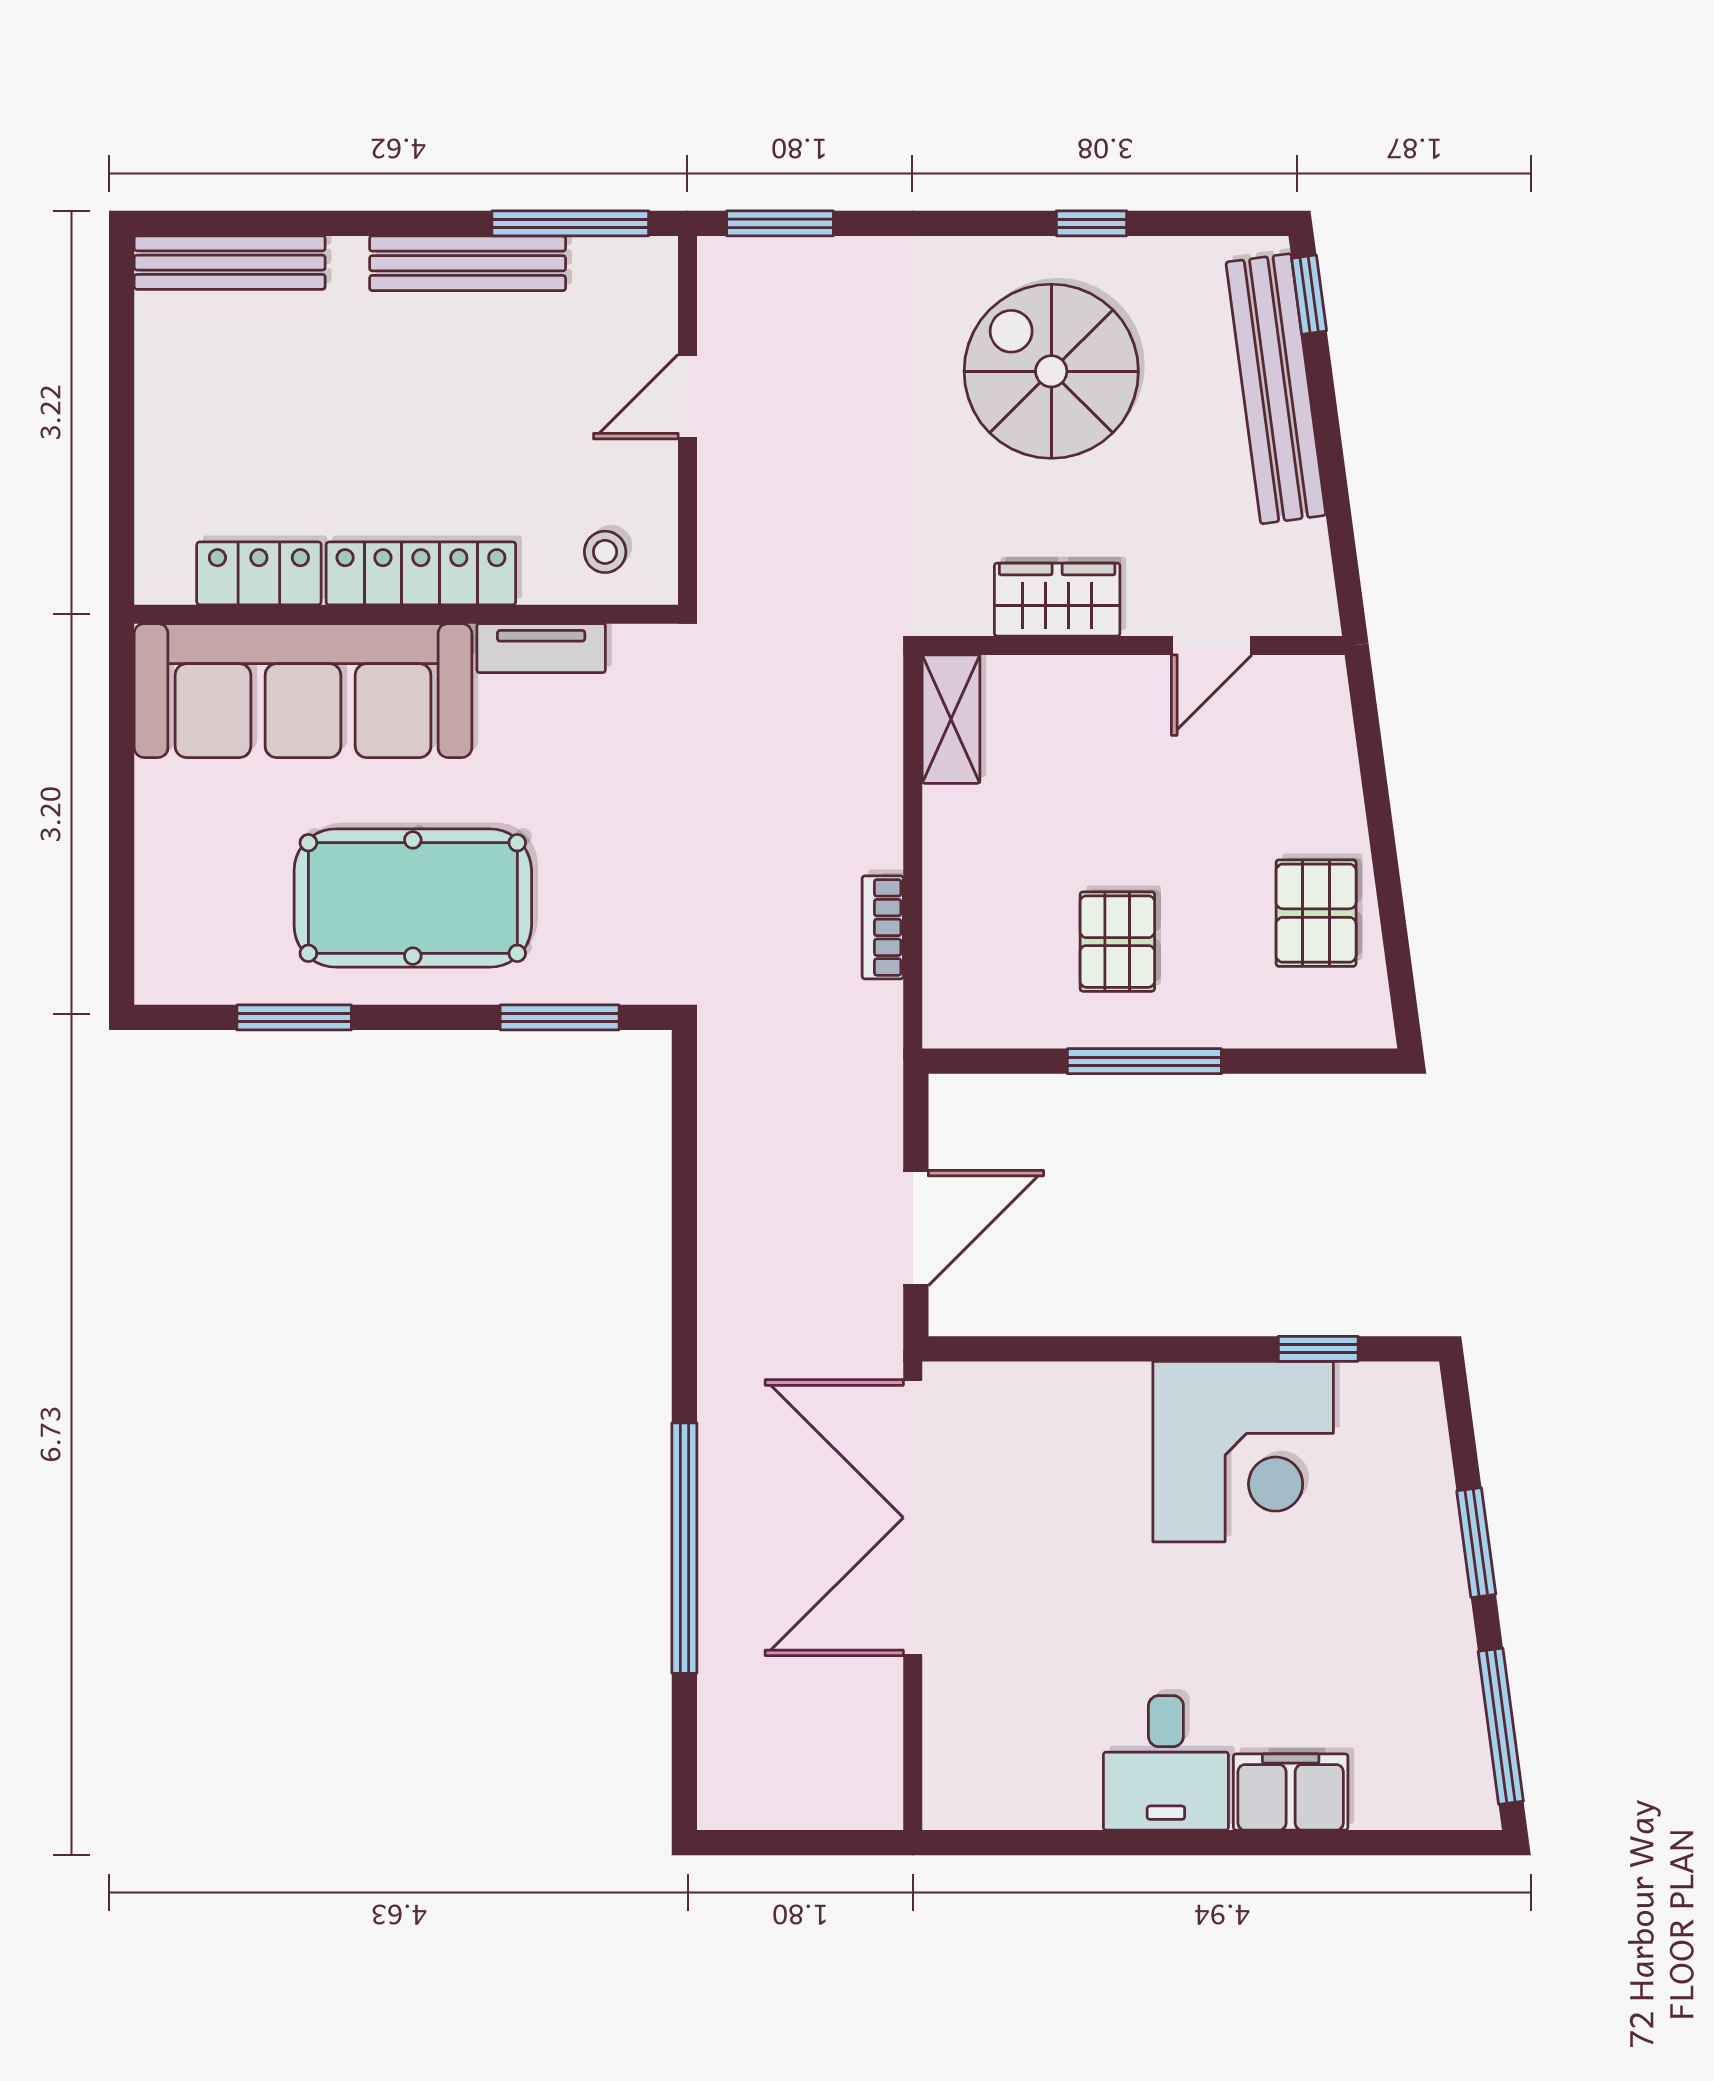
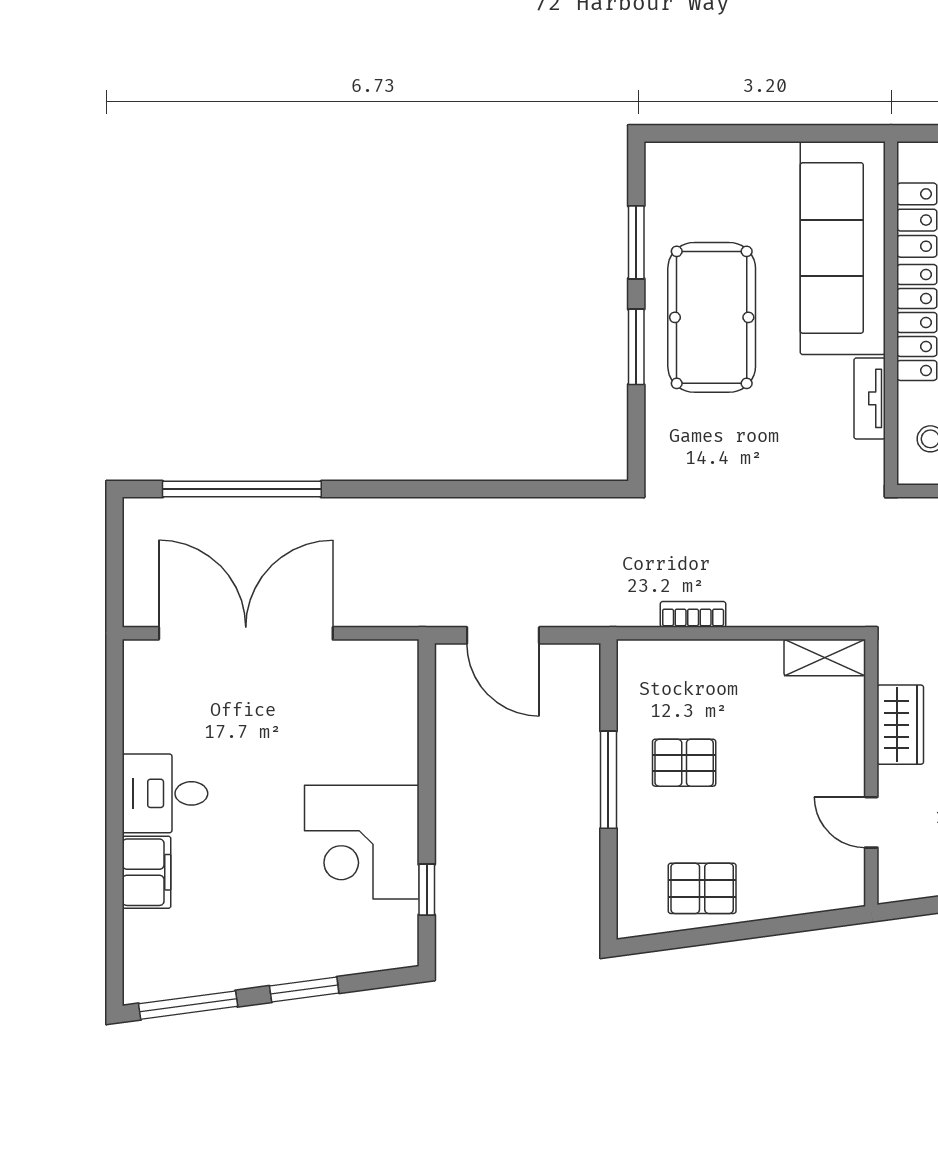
window: (560, 1017) -> (636, 347), moved
double door: (913, 1518) -> (246, 633), moved
window: (684, 1548) -> (242, 489), moved

